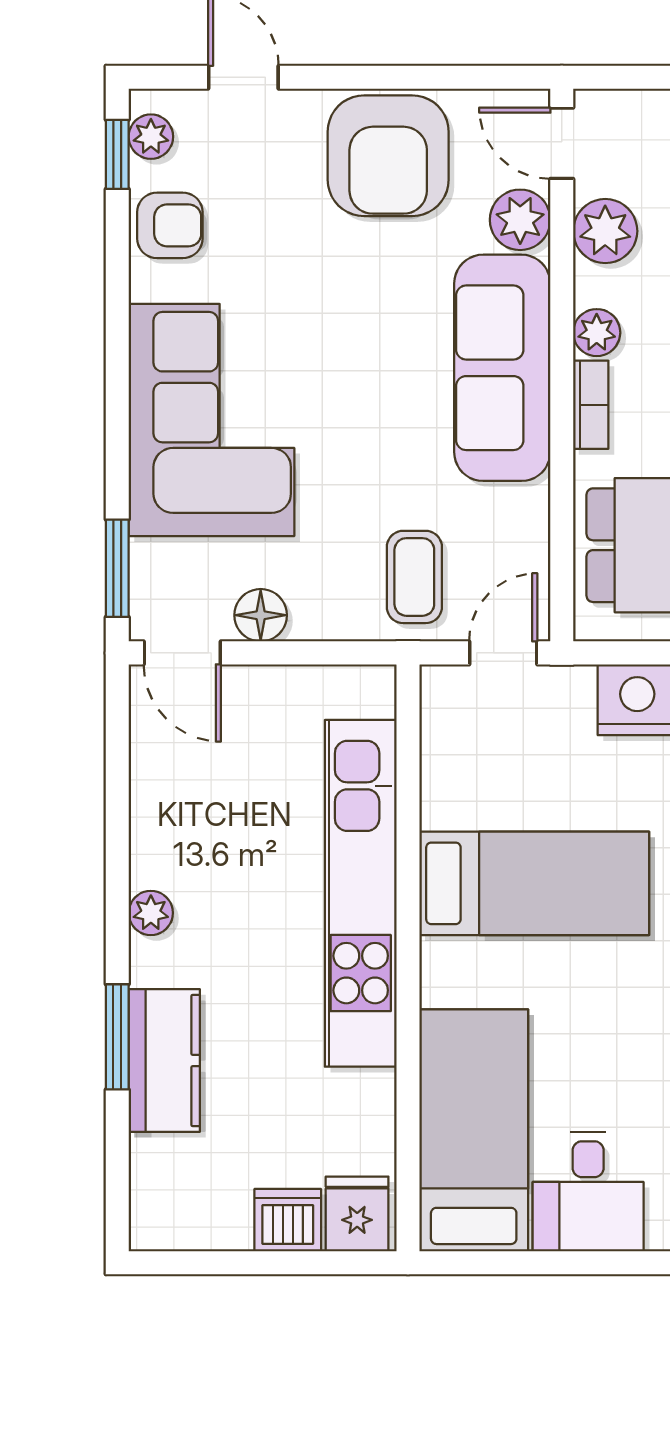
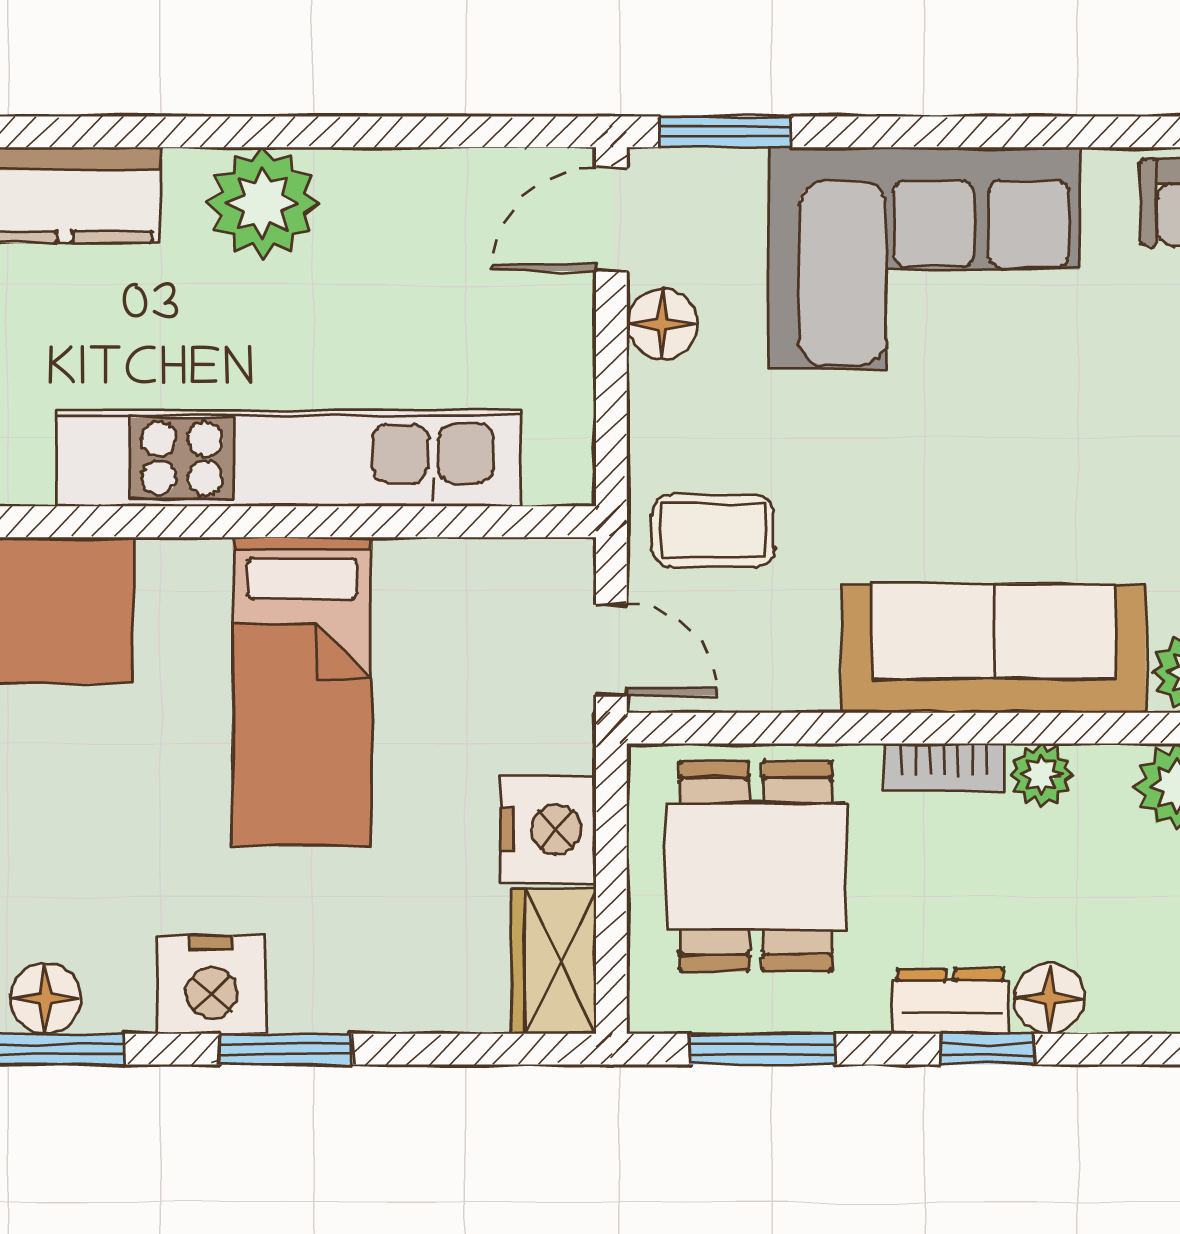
plant: (151, 913) -> (263, 203), width x1.87, depth x1.87
window: (117, 1037) -> (96, 132), removed

